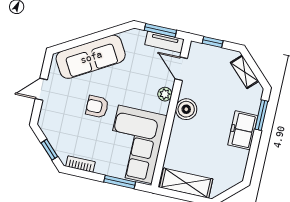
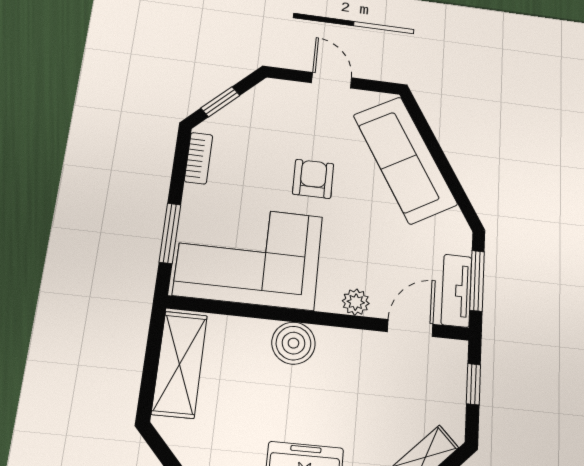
boiler: (186, 109) -> (293, 343), moved

